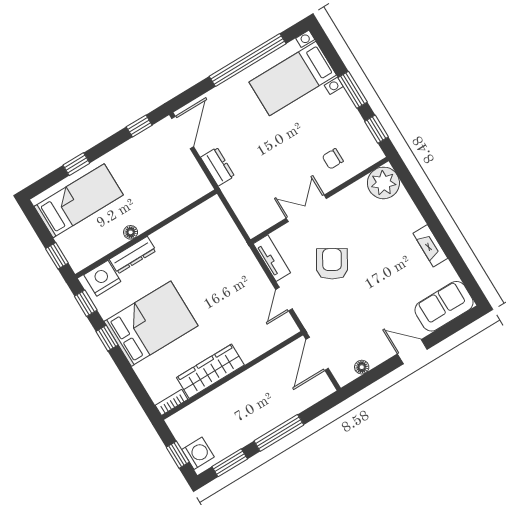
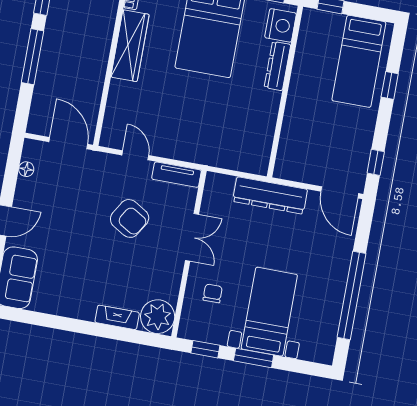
bed with nightstands: (293, 79) -> (269, 312), moved
dresser: (218, 167) -> (270, 195), width x1.96, depth x1.24
floor lamp: (131, 232) -> (297, 80), removed
fireplace: (430, 246) -> (117, 317), moved

